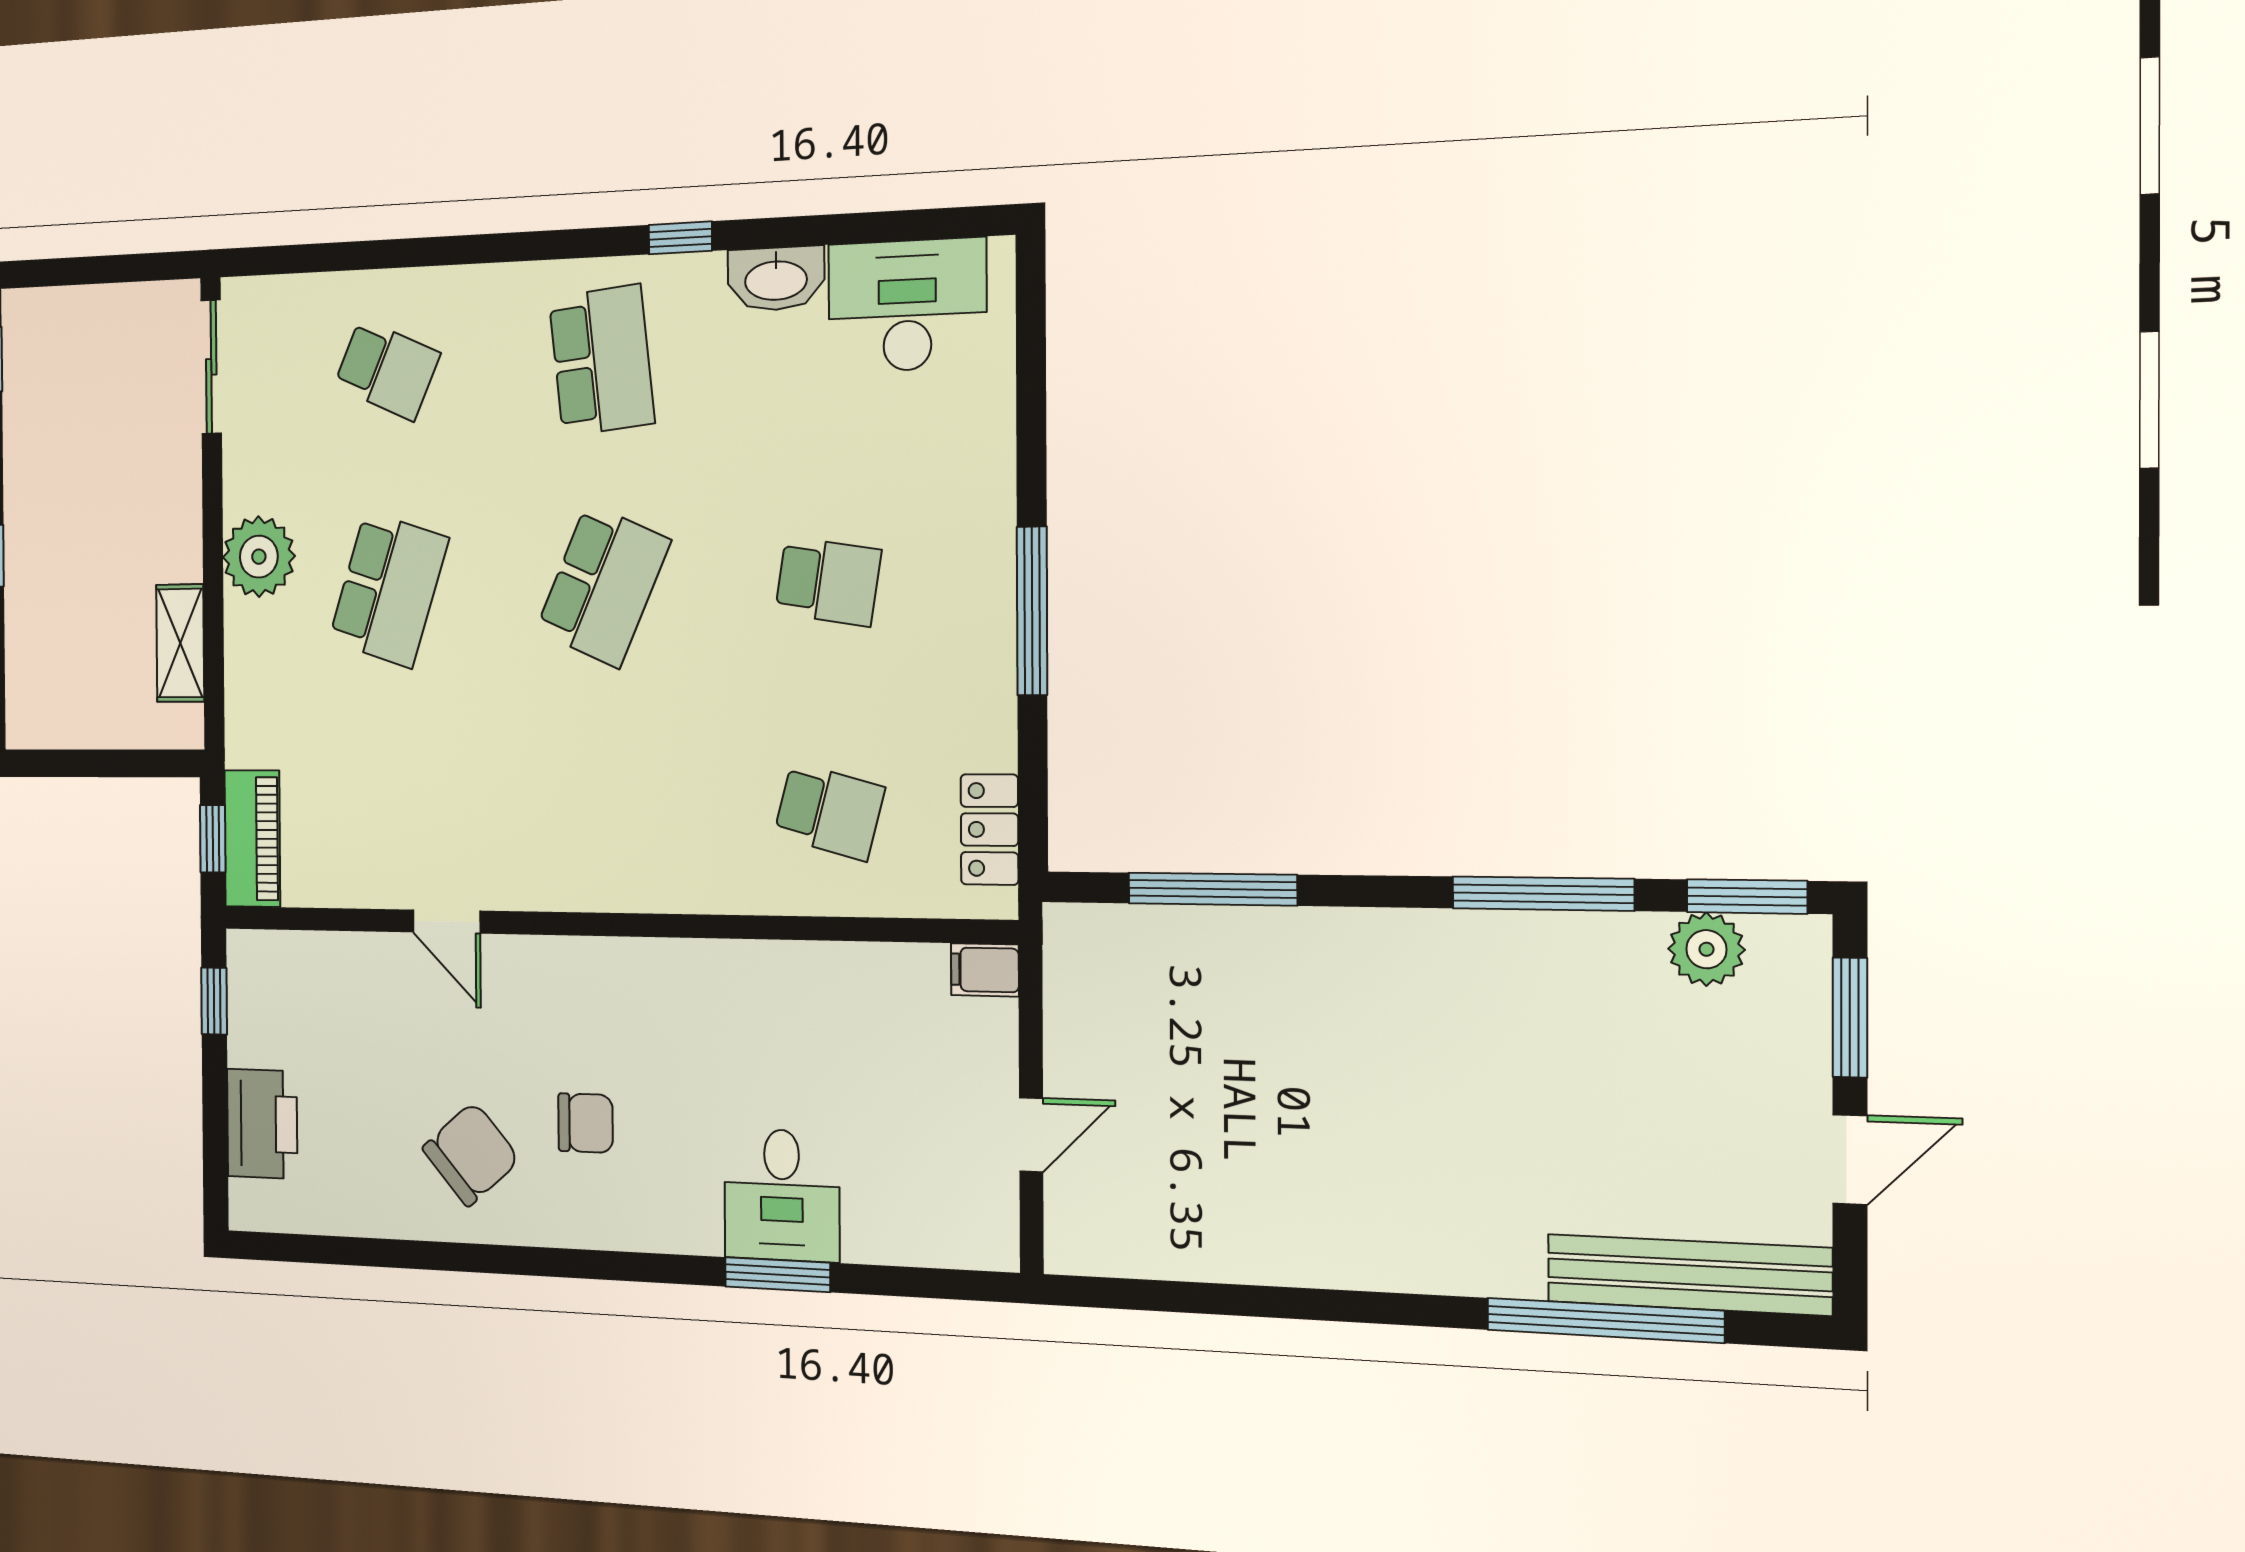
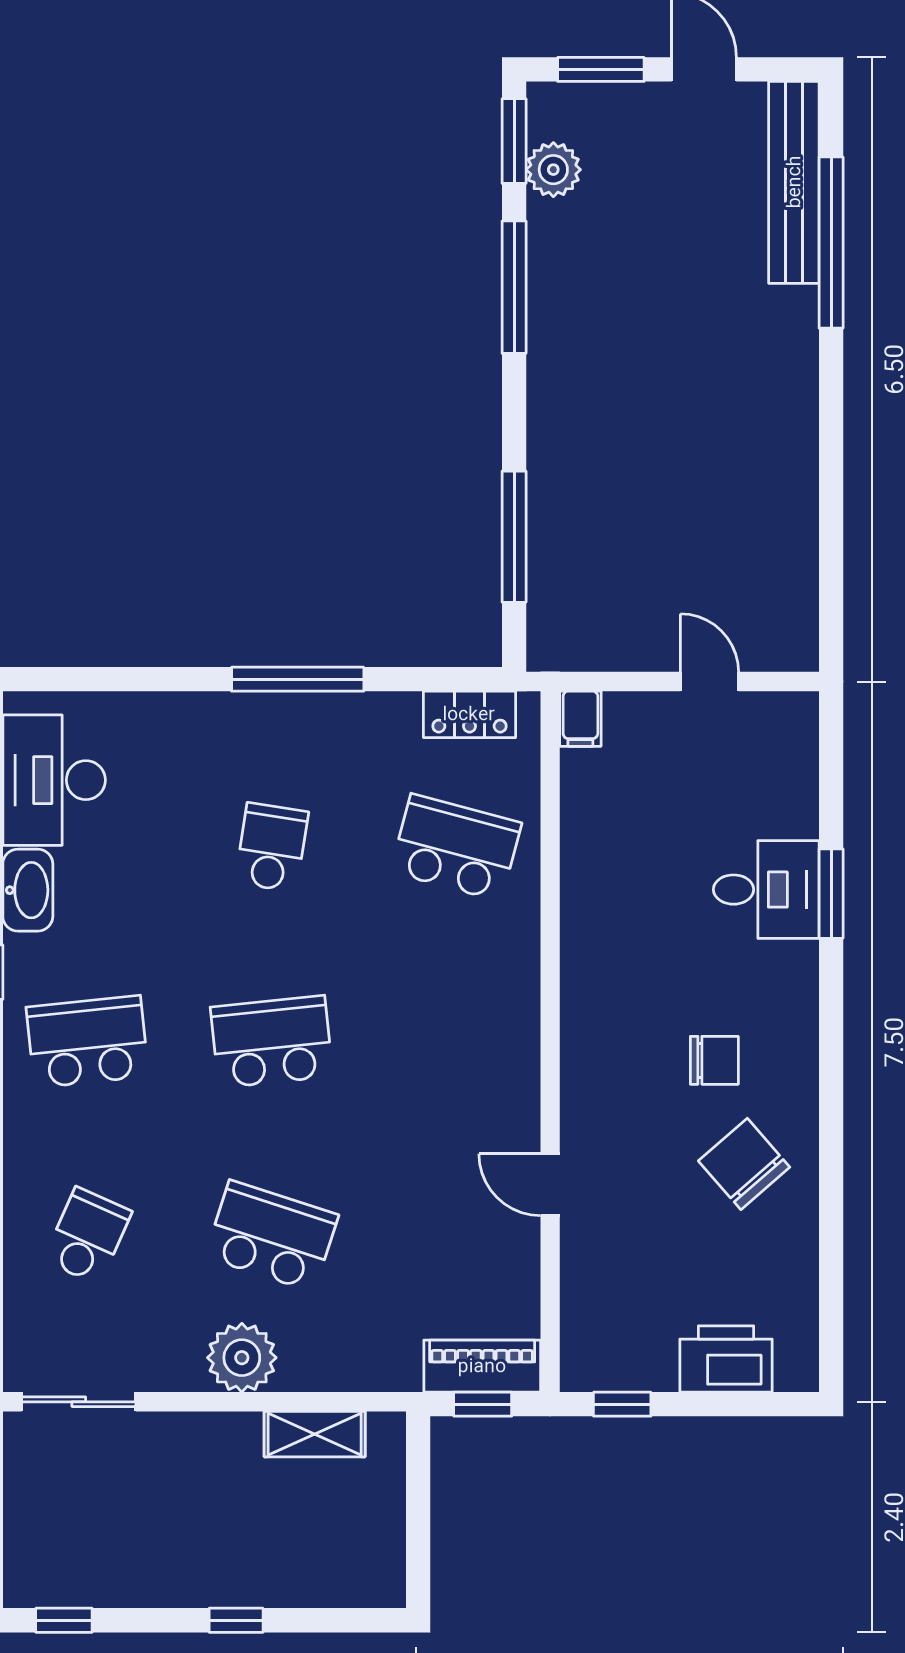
school desk: (603, 585) -> (272, 1042), turned -30
school desk: (829, 811) -> (456, 847), width x1.85
door: (447, 922) -> (550, 1185), swing flipped
chair: (586, 1123) -> (714, 1060), turned 90

